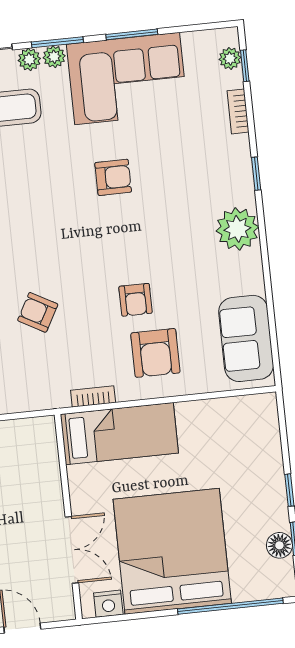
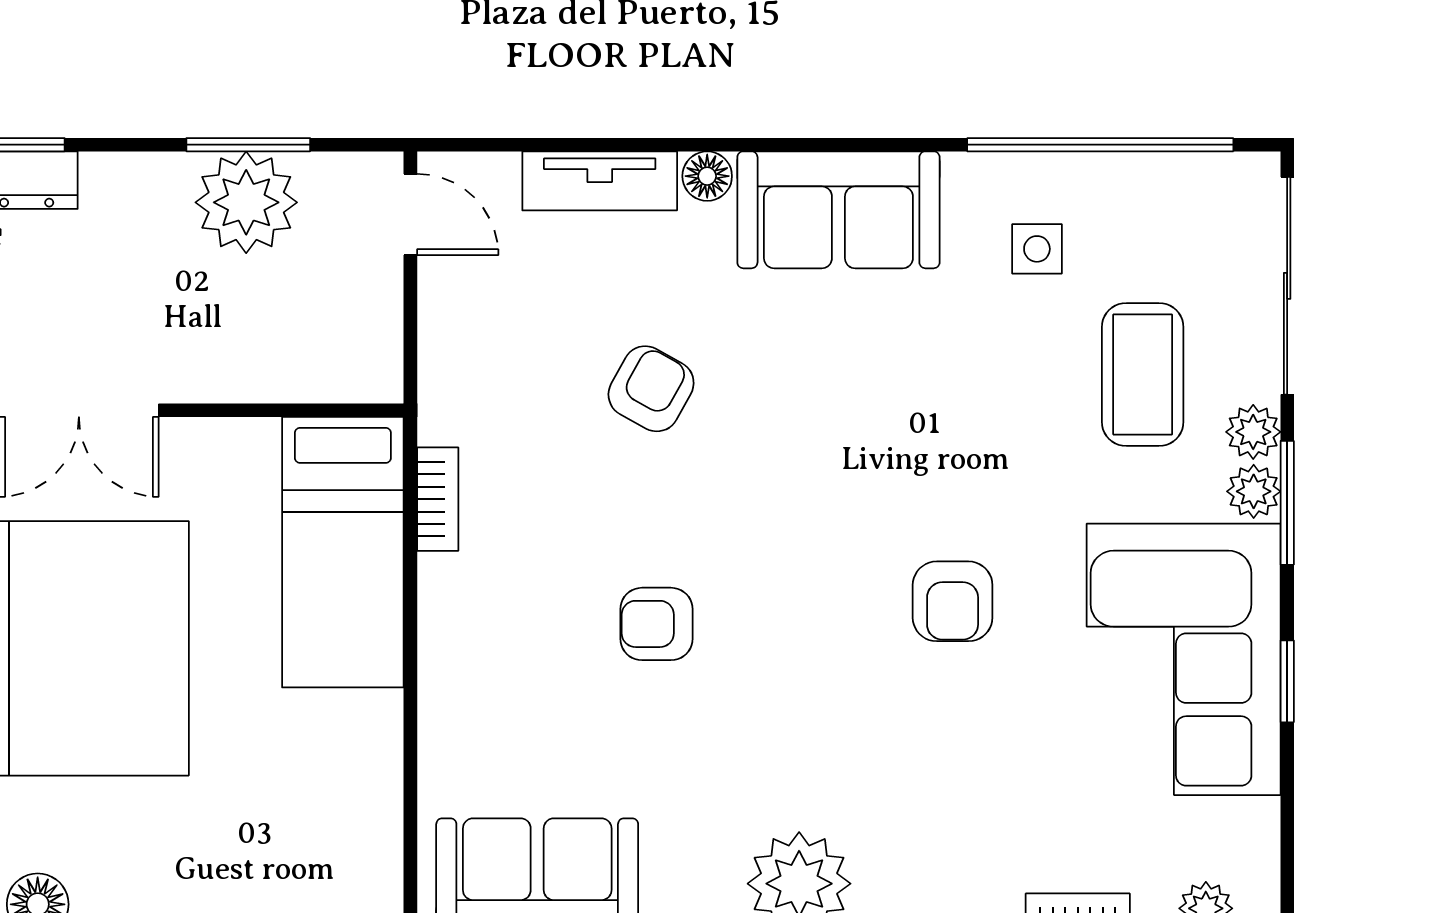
window: (132, 34) -> (1287, 681), width x0.67
armchair: (155, 353) -> (525, 658), removed

